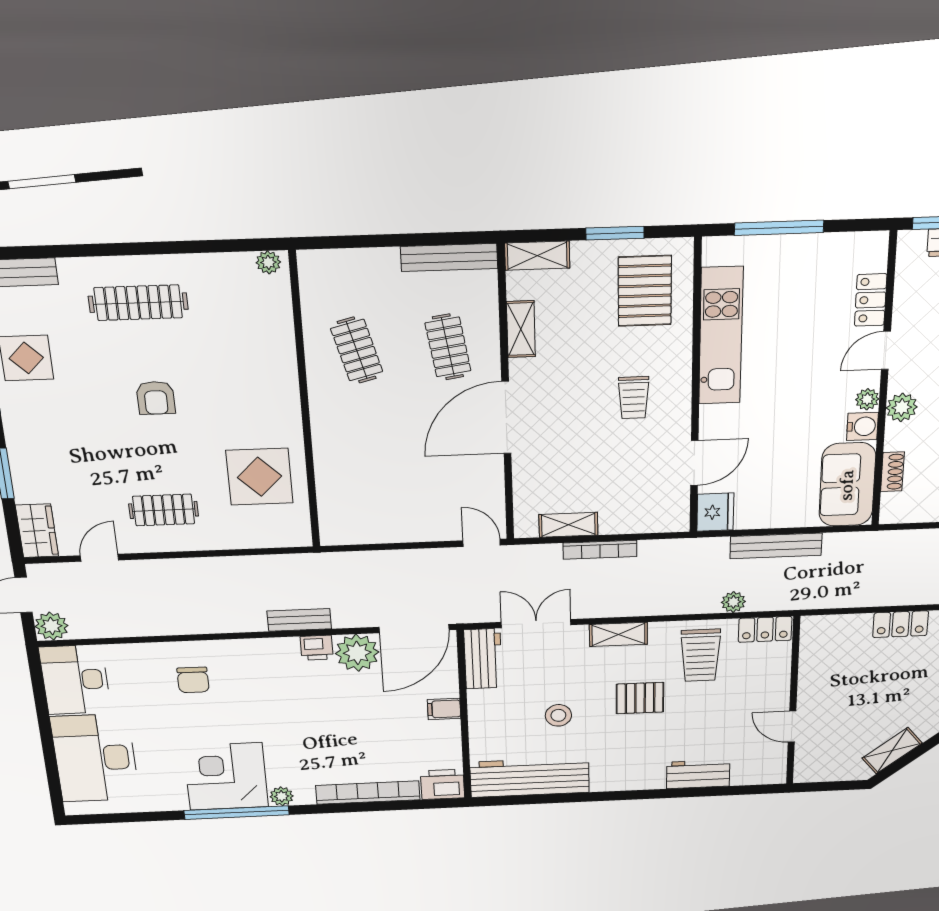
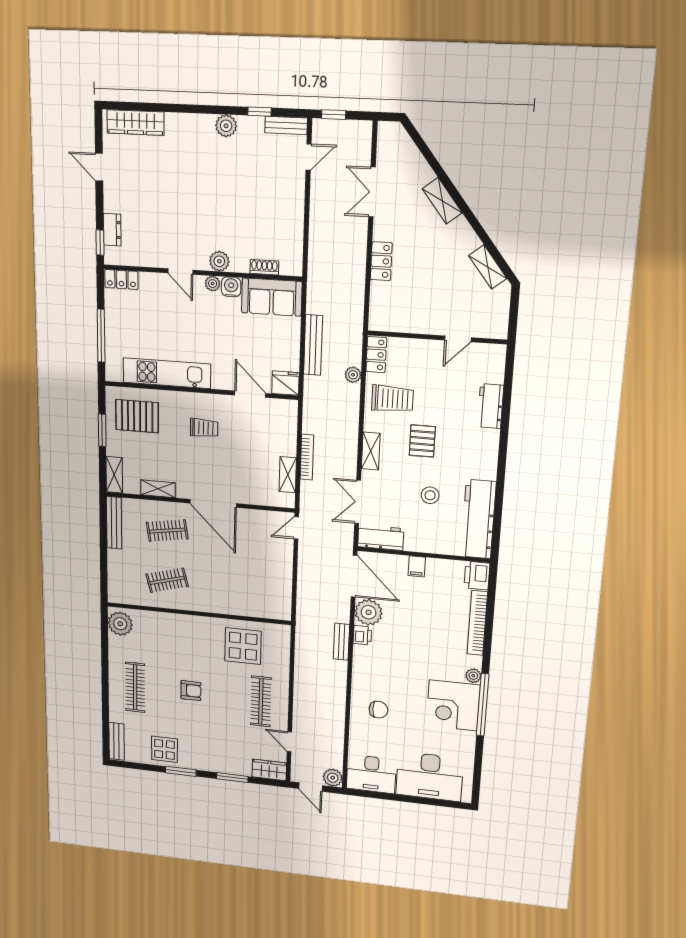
plant: (268, 262) -> (120, 624), width x1.88, depth x1.88
locker: (871, 300) -> (121, 279), moved
clothes rail: (164, 510) -> (261, 701), width x1.36

